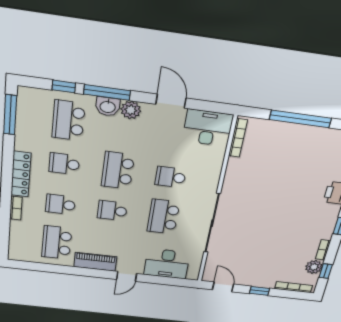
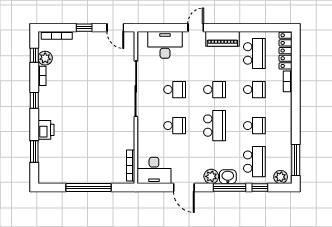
plant: (33, 96) -> (281, 177), added
locker: (21, 174) -> (286, 51), moved
school desk: (163, 217) -> (175, 90), width x0.54

